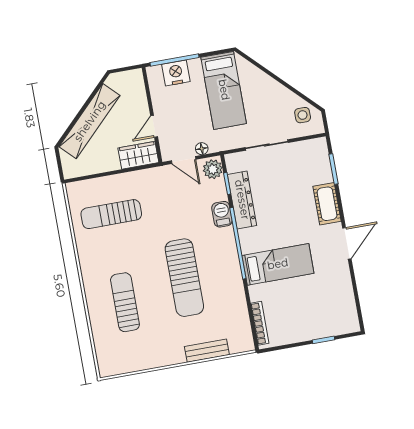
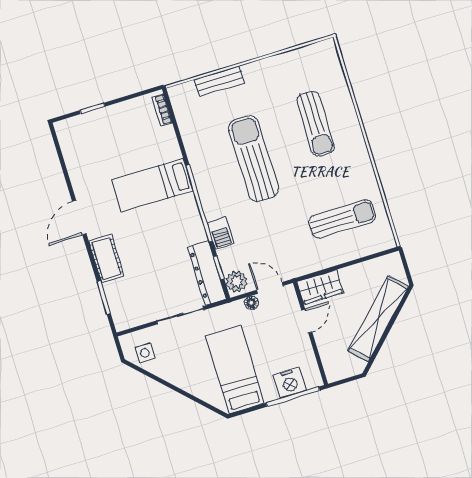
dresser: (242, 200) -> (207, 273), moved
bookcase: (260, 323) -> (162, 110), width x0.64

